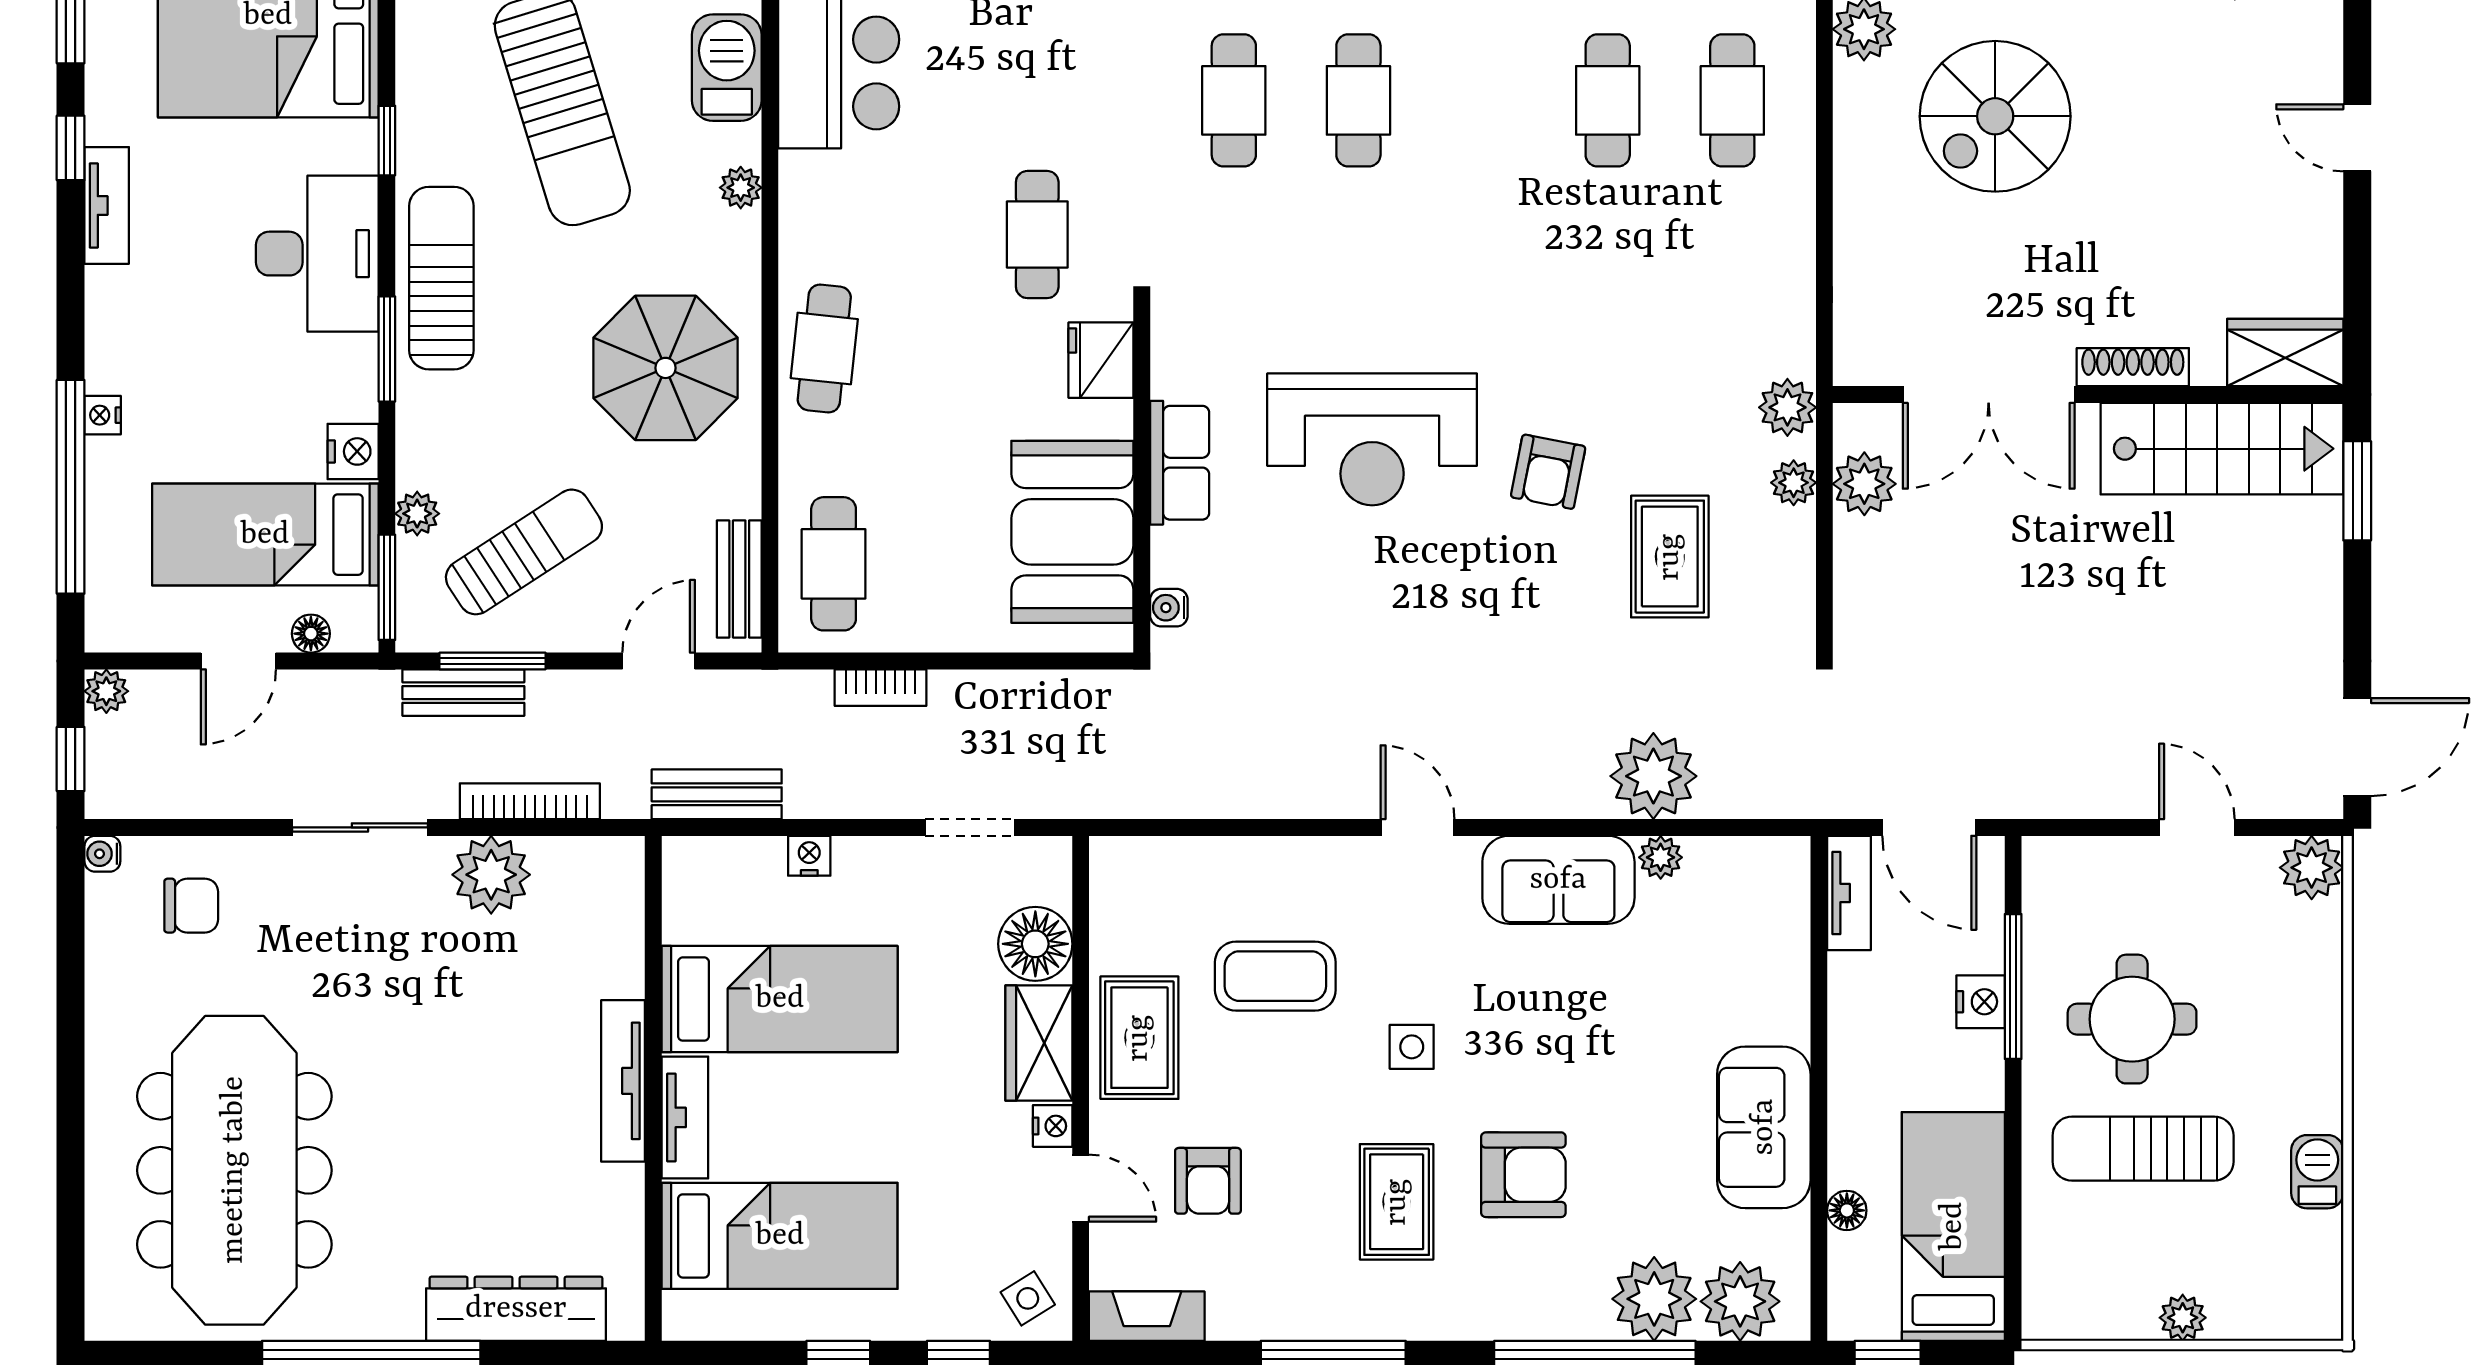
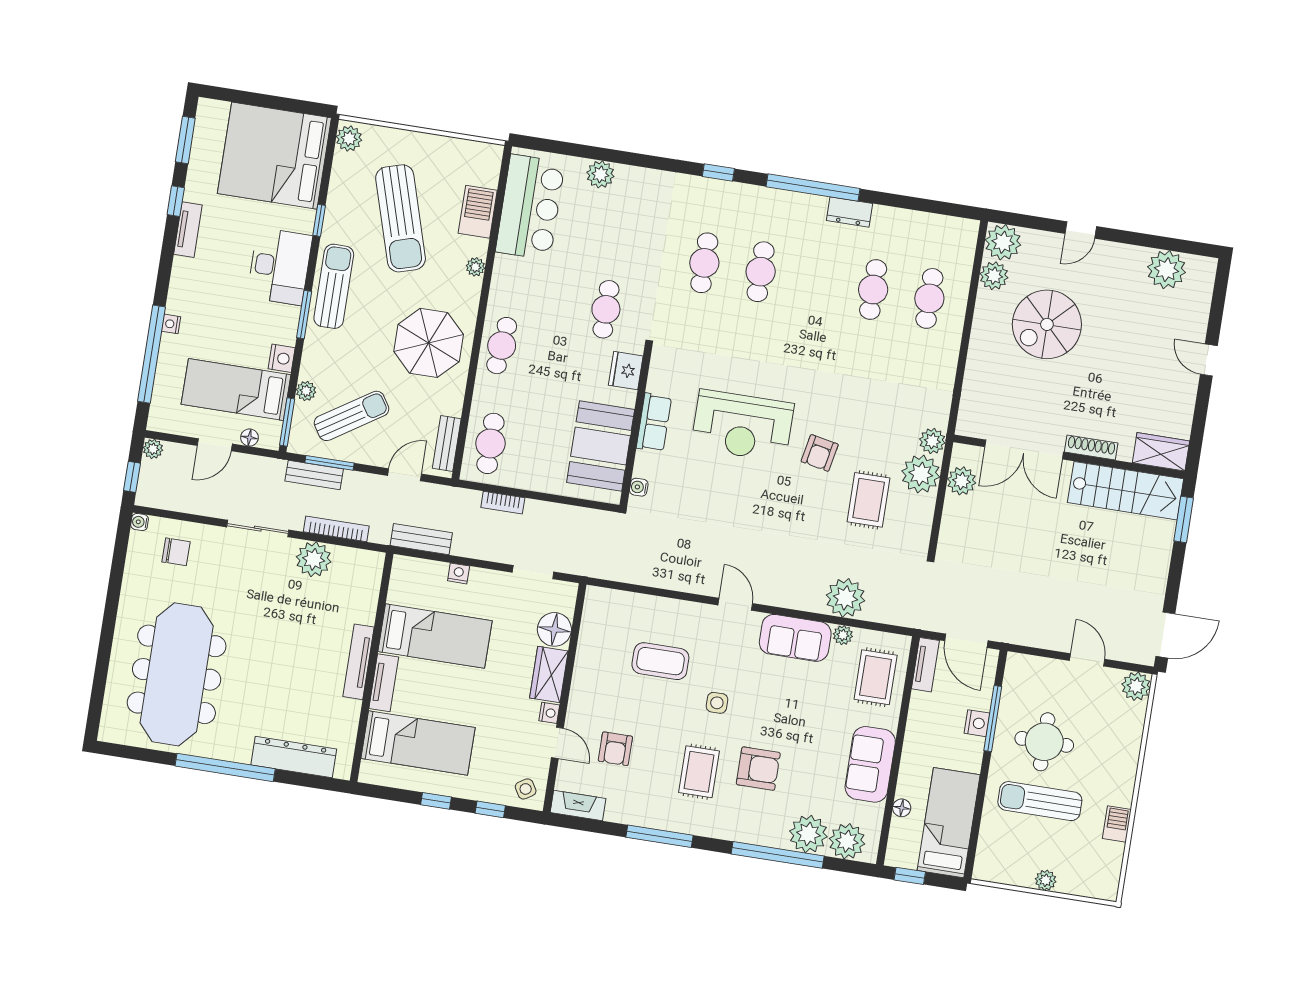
plant: (1794, 483) -> (921, 474), width x1.88, depth x1.88
rug: (1139, 1038) -> (876, 677), moved

